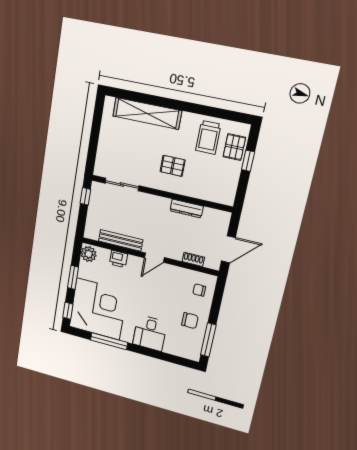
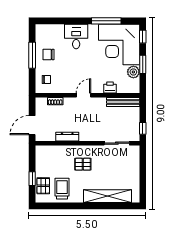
bench: (121, 240) -> (123, 102), moved
door: (228, 249) -> (32, 125), moved
plant: (89, 254) -> (133, 72), moved
window: (208, 340) -> (32, 55), moved

